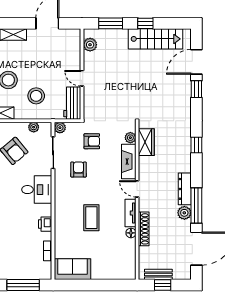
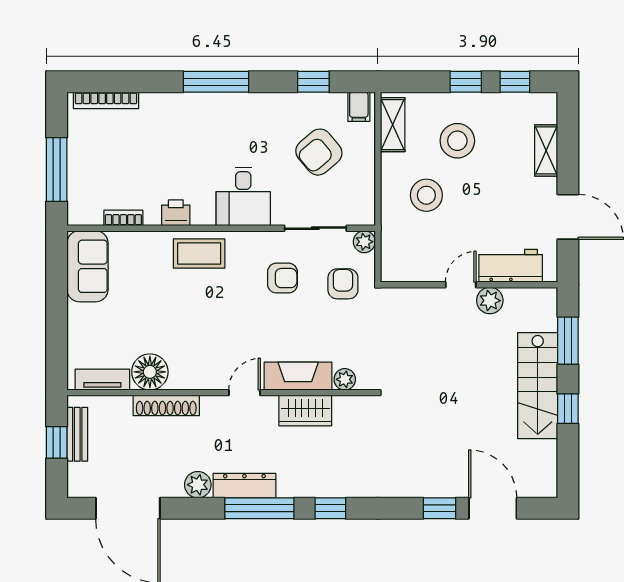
stairs: (155, 39) -> (538, 386), moved
plant: (90, 45) -> (490, 301), moved
workbench: (72, 103) -> (511, 266), moved
plant: (34, 127) -> (365, 190), removed
armchair: (92, 141) -> (343, 284), moved, turned 180
wardrobe: (146, 142) -> (305, 410), moved
window: (196, 206) -> (259, 508), moved
tv unit: (131, 213) -> (102, 380), moved
coffee table: (91, 218) -> (199, 253), moved
floor lamp: (131, 233) -> (150, 372), width x1.89, depth x1.89

